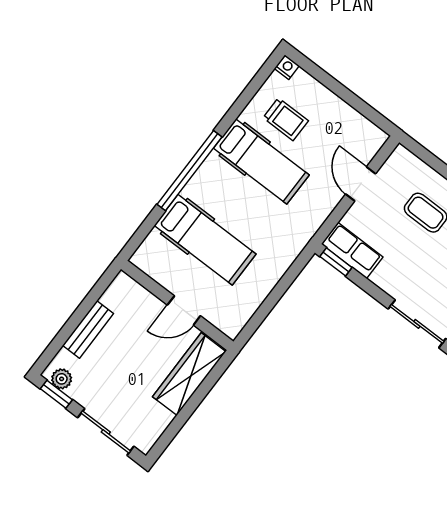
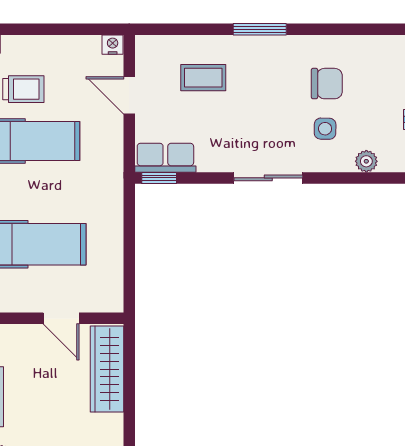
nightstand: (377, 137) -> (113, 45), added
door: (184, 310) -> (61, 318), hinge flipped

